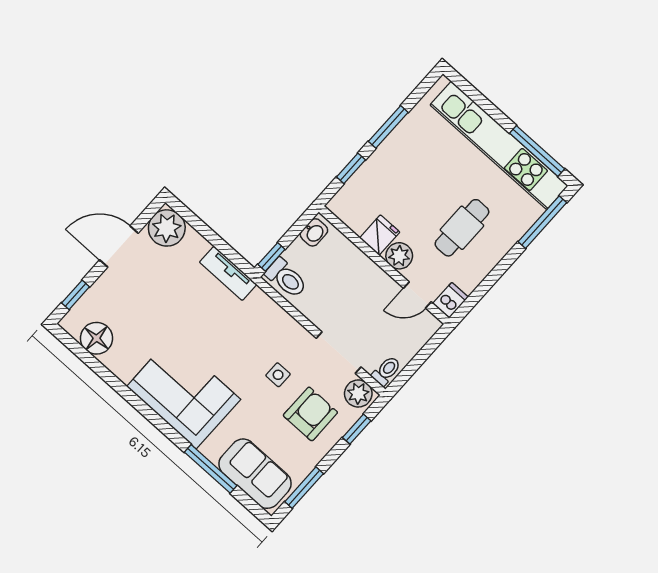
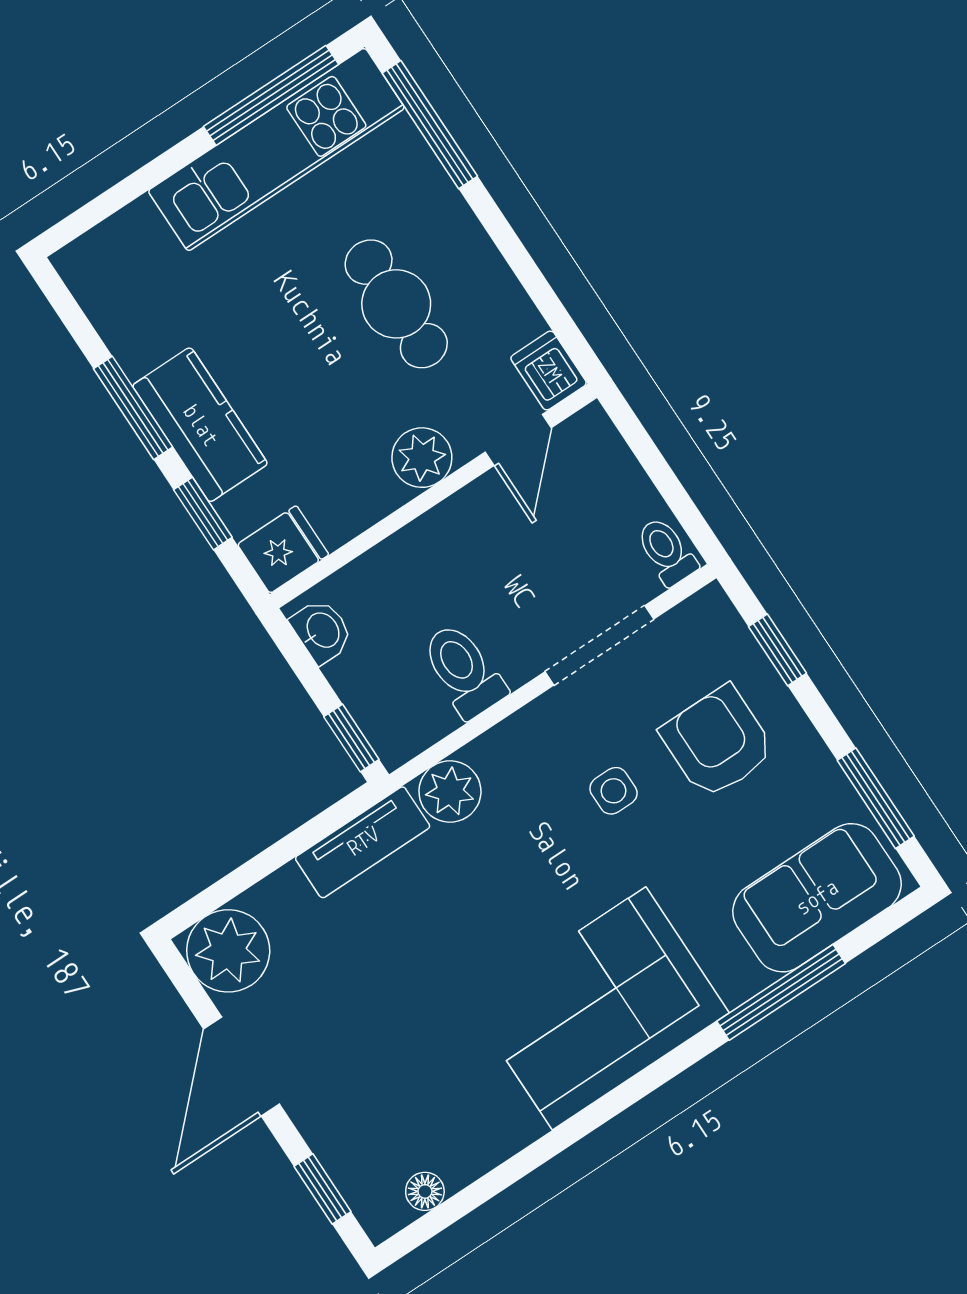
kitchen unit: (499, 145) -> (276, 149), width x0.73
kitchen counter: (389, 157) -> (200, 425), added
fridge: (380, 235) -> (283, 549), moved, turned 90
toilet: (286, 278) -> (464, 670), moved, turned -90
floor lamp: (96, 338) -> (425, 1191), width x0.53, depth x0.53
plant: (358, 394) -> (450, 791), moved

